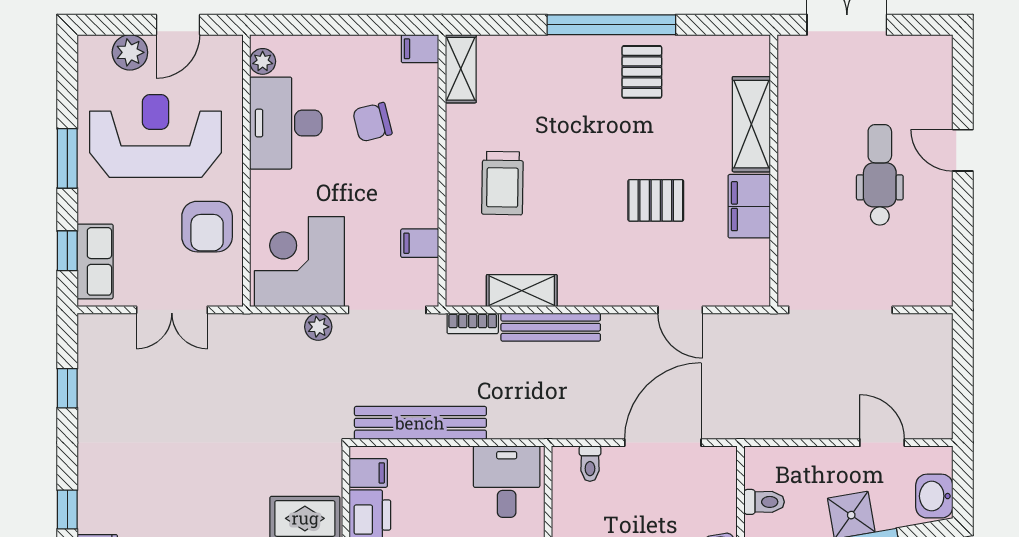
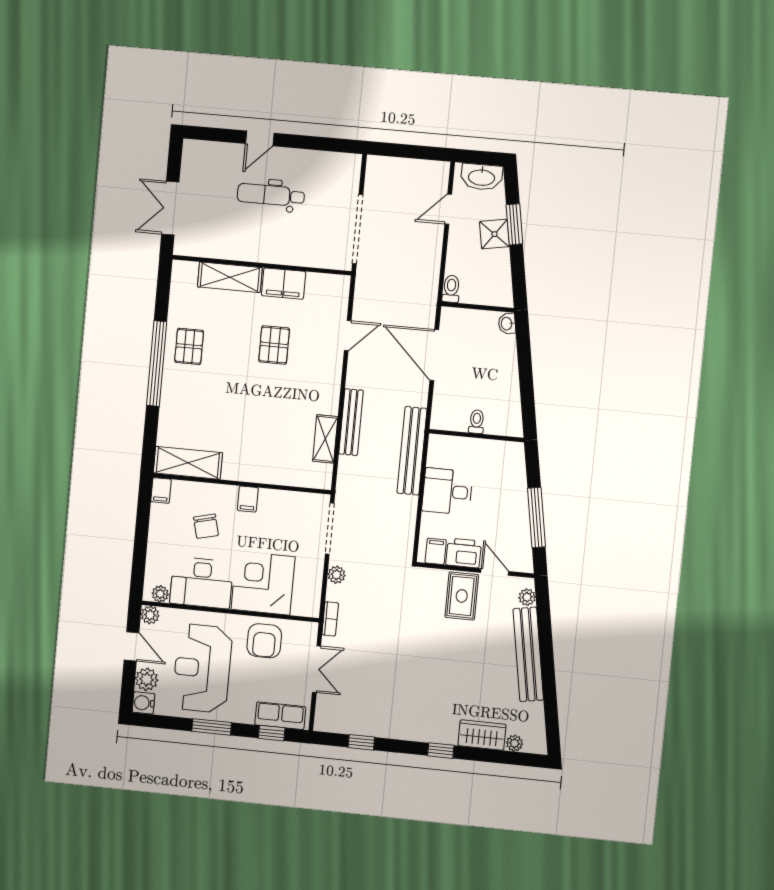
plant: (229, 49) -> (150, 615), added
water cooler: (93, 51) -> (143, 703), added
shelving: (461, 69) -> (188, 463), width x1.50, depth x1.33
pallet: (642, 72) -> (189, 346), turned 90
trolley: (502, 183) -> (254, 445), removed
armchair: (207, 227) -> (264, 641), turned 90
filing cabinet: (420, 243) -> (248, 499), moved
corner desk: (299, 262) -> (263, 583), moved, turned 90
bookcase: (473, 323) -> (330, 619), moved
bench: (420, 423) -> (412, 451), moved
toilet: (590, 464) -> (477, 422), moved, turned -90
desk: (507, 482) -> (447, 491), moved
washbasin: (934, 496) -> (482, 177), width x1.38
toilet: (764, 502) -> (451, 289), moved

